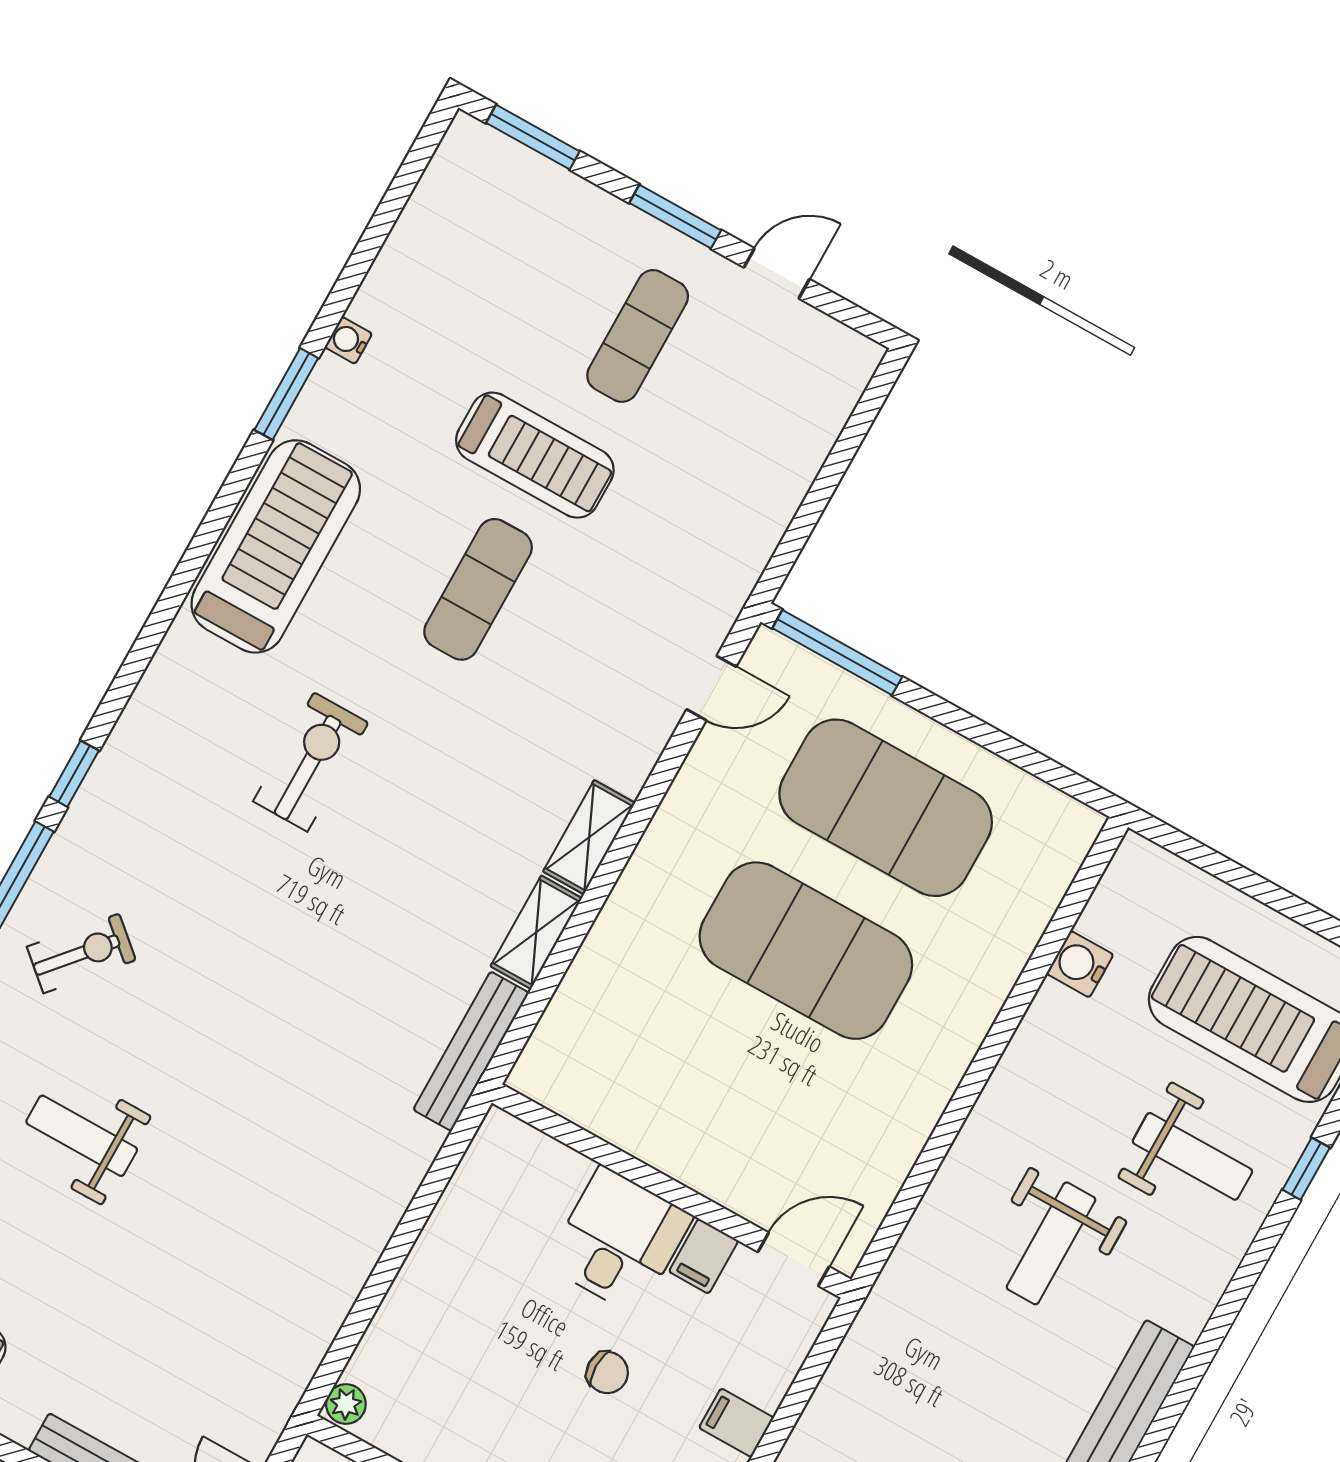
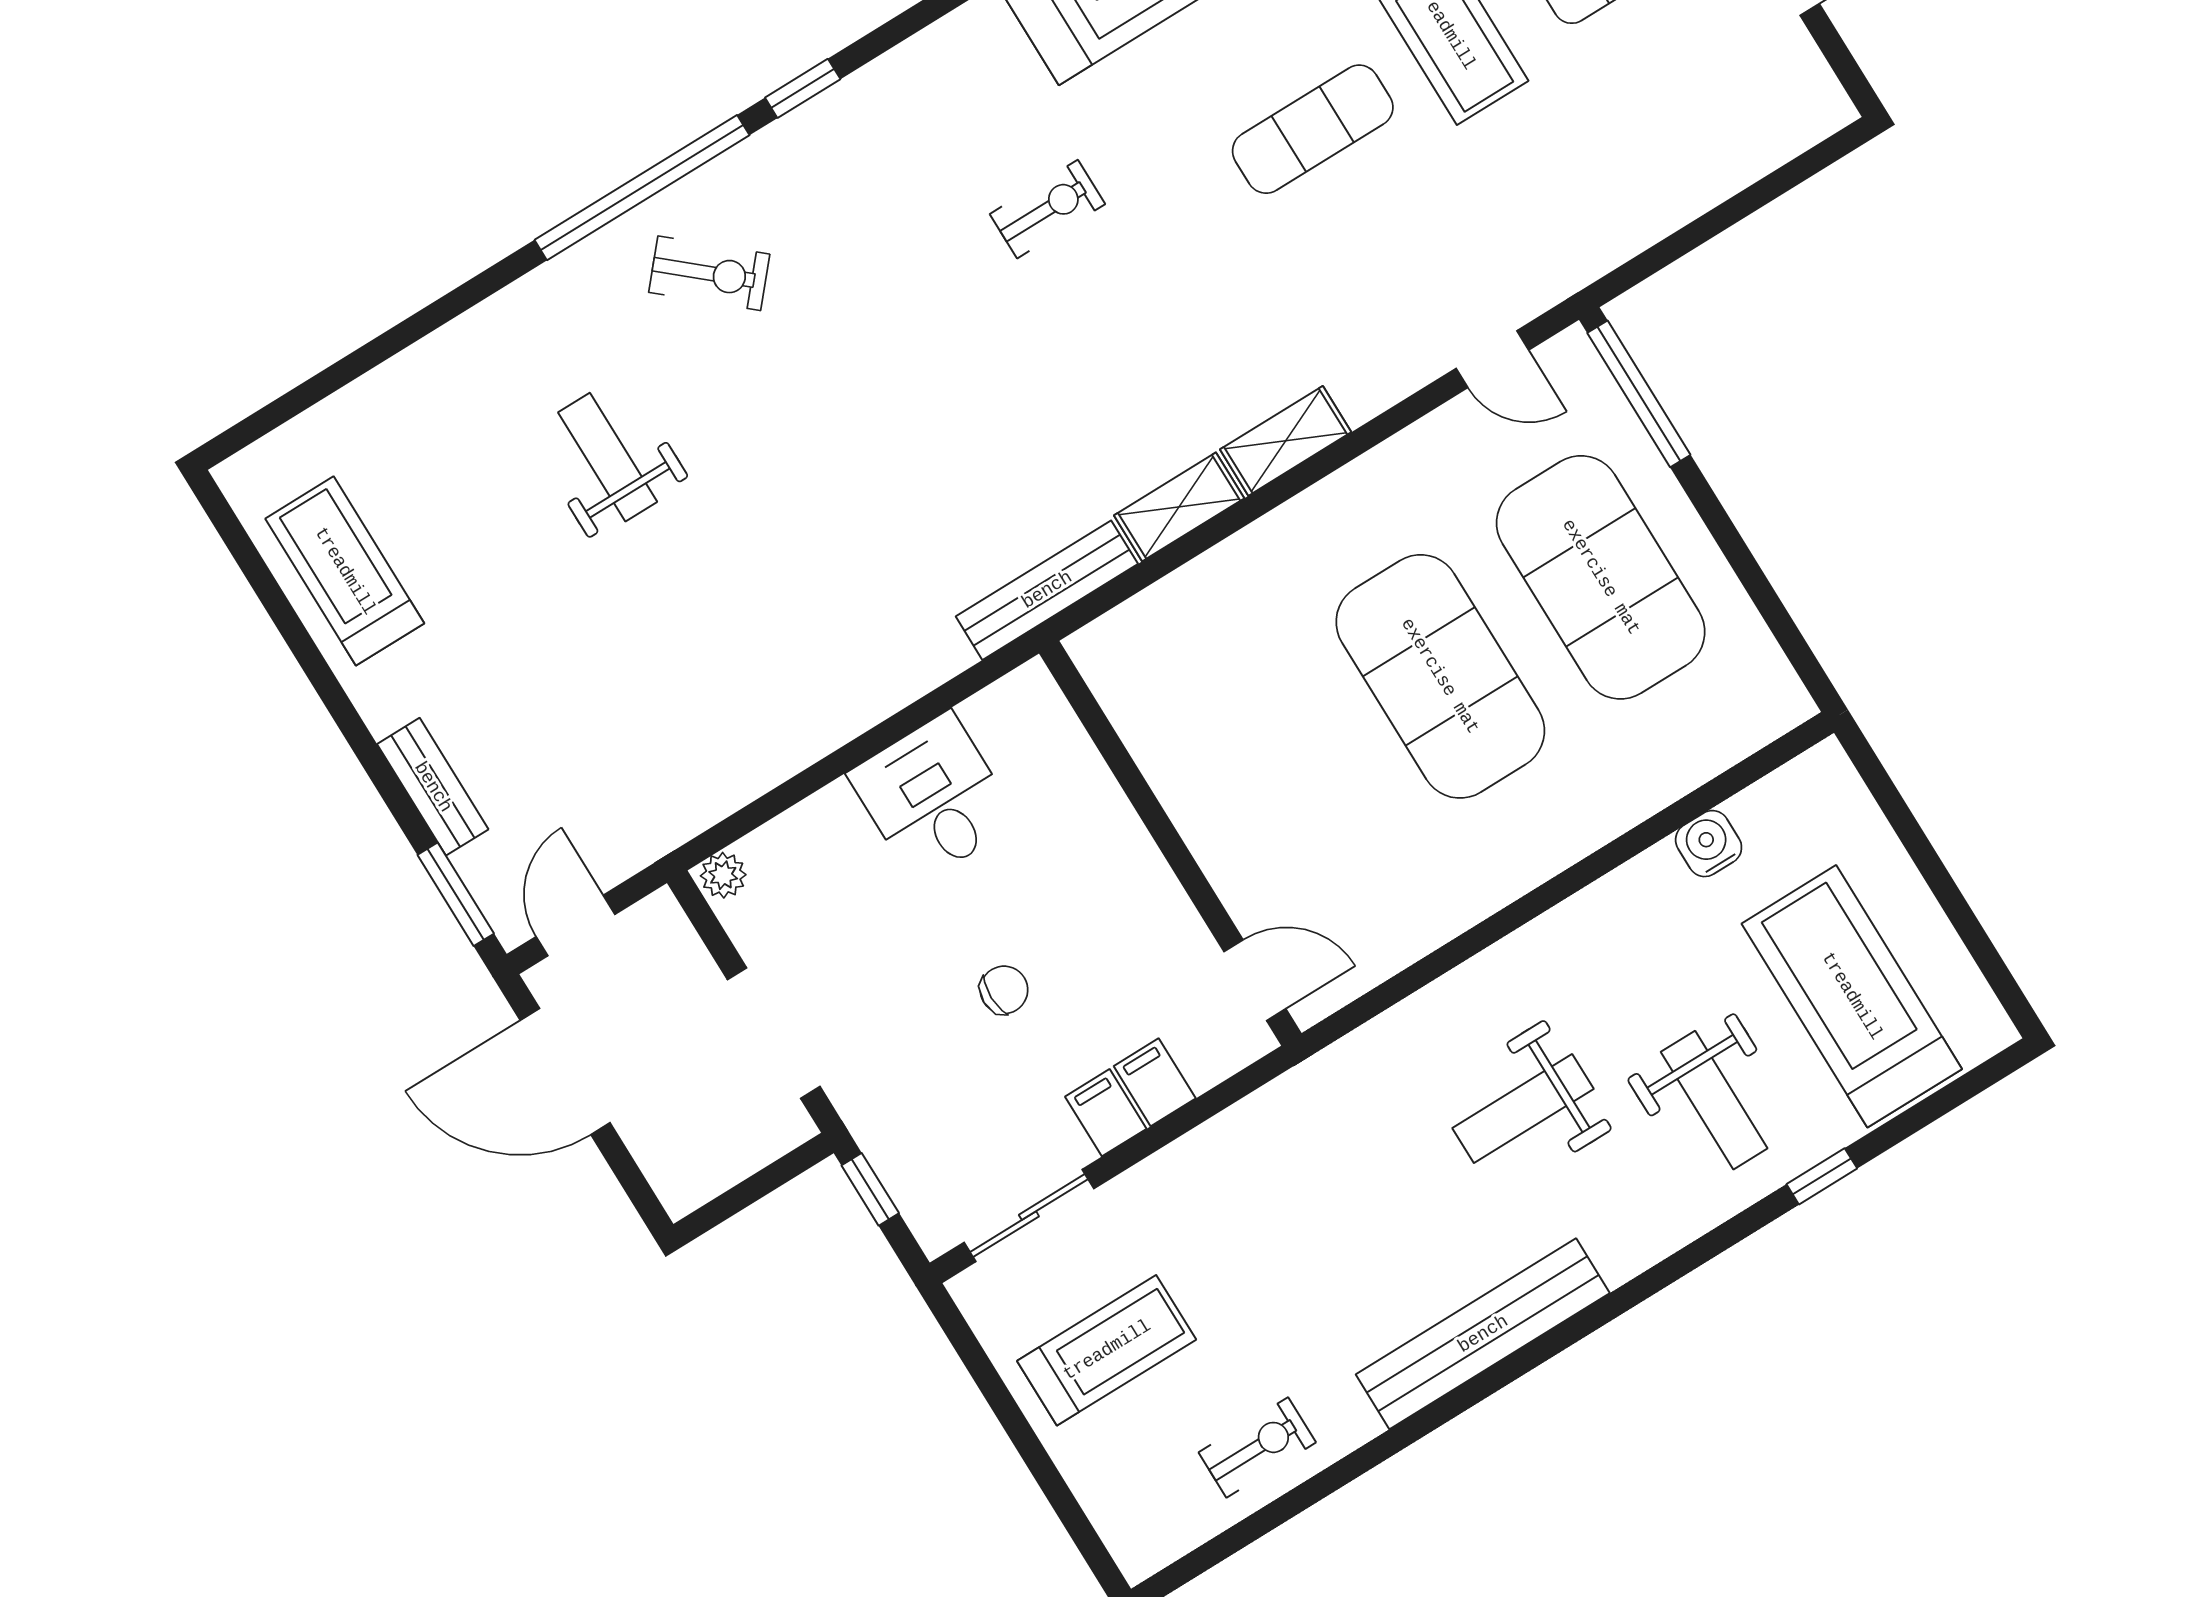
exercise bike: (311, 762) -> (1047, 209), width x0.73, depth x0.72
desk: (619, 1241) -> (933, 798), moved, turned -90
filing cabinet: (704, 1256) -> (1155, 1082), moved, turned 90
chair: (607, 1373) -> (1004, 990), turned -90

